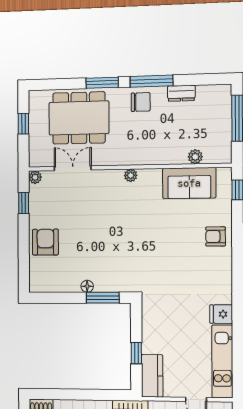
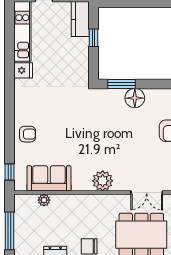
plant: (131, 175) -> (103, 181), width x1.88, depth x1.88
floor lamp: (87, 286) -> (135, 98), width x1.89, depth x1.89

